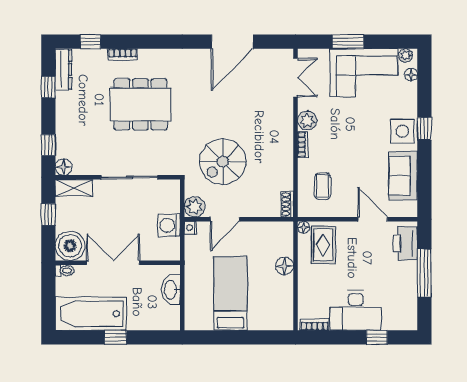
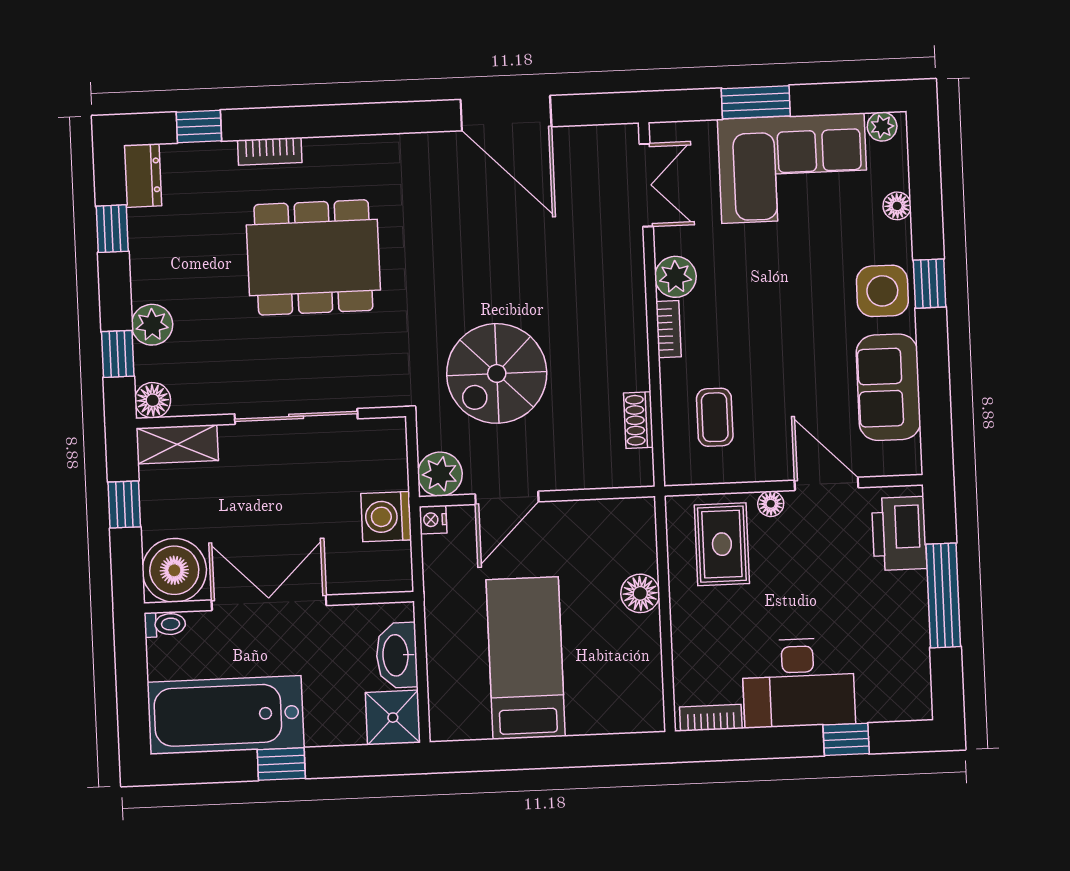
door: (232, 42) -> (506, 113), hinge flipped
dresser: (63, 69) -> (143, 175), width x0.70
floor lamp: (411, 75) -> (897, 206), moved
plant: (65, 132) -> (152, 325), added
shoe rack: (287, 204) -> (638, 420), moved
floor lamp: (304, 227) -> (771, 504), moved
shower: (168, 318) -> (393, 718), added

